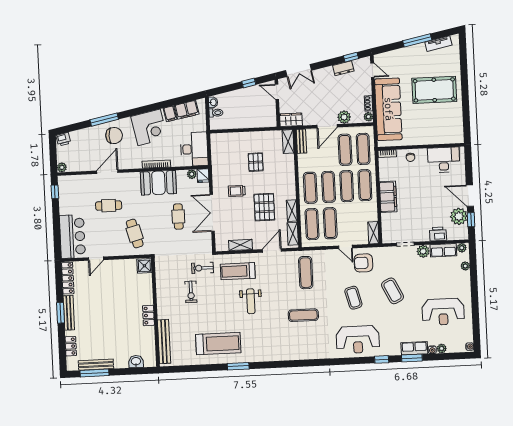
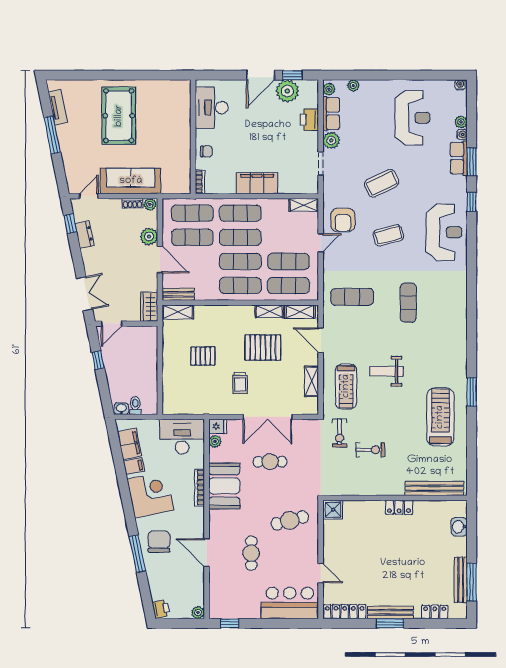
sofa: (388, 109) -> (131, 181), width x0.74, depth x0.79
weight bench: (251, 301) -> (387, 371), turned 180

